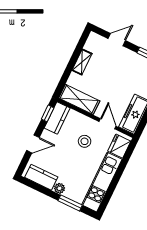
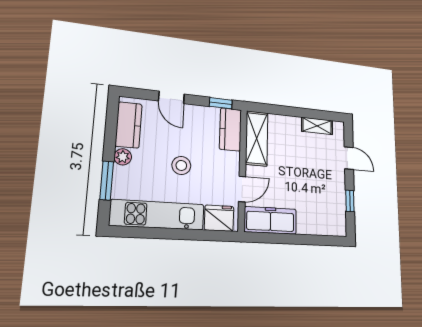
shelving: (82, 62) -> (317, 126), moved
kitchen counter: (57, 118) -> (230, 129), moved, turned 90
stool: (85, 141) -> (181, 165), moved

